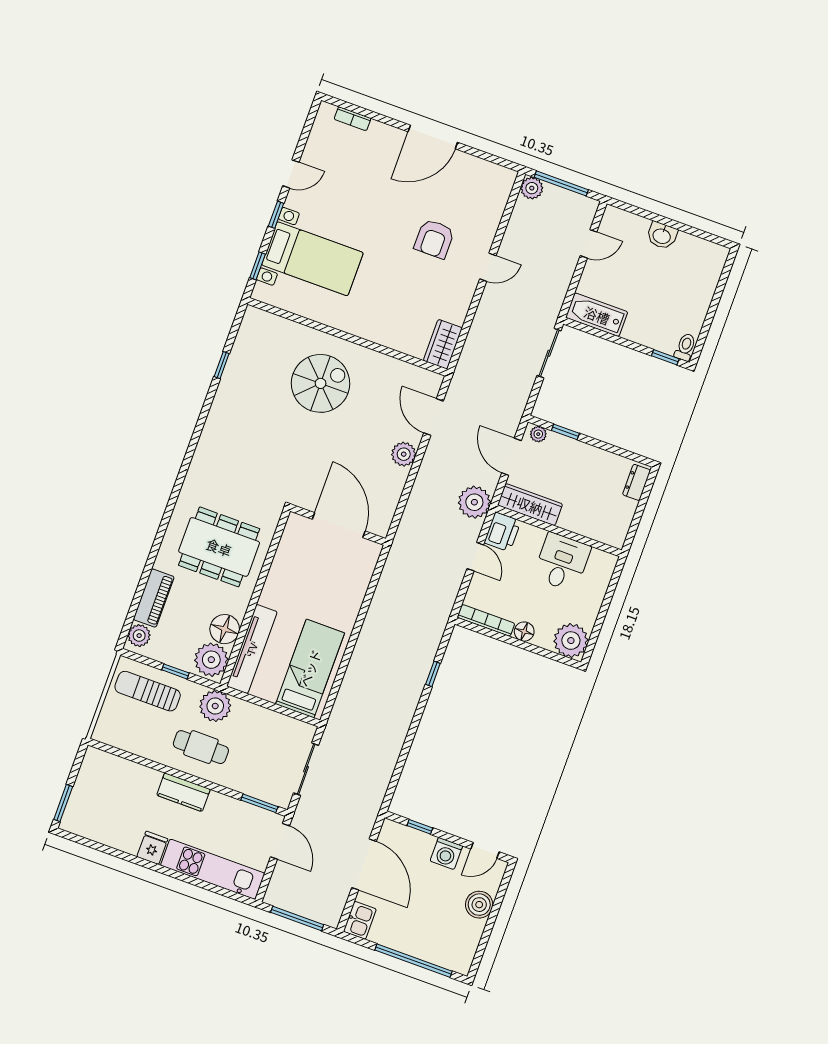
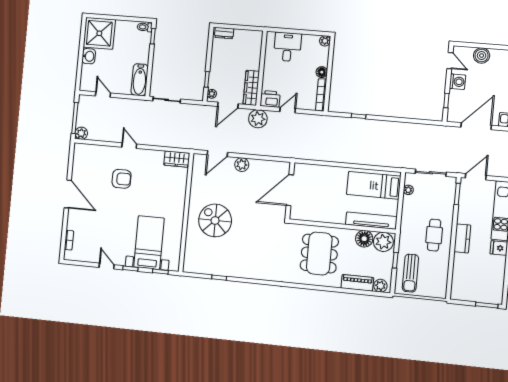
shower: (696, 265) -> (99, 33), added
desk: (562, 562) -> (287, 47), moved, turned 90
plant: (571, 641) -> (325, 41), width x0.53, depth x0.53
plant: (215, 706) -> (408, 190), moved, width x0.53, depth x0.53

